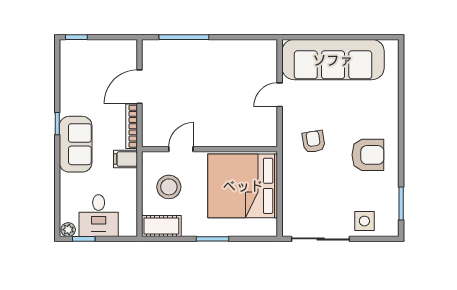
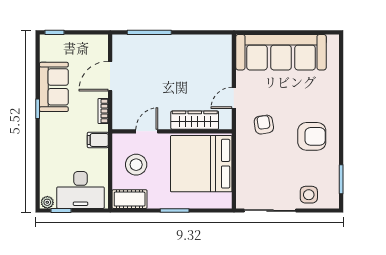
door: (280, 95) -> (234, 98), moved
bookcase: (132, 126) -> (103, 111), width x0.64
wardrobe: (235, 137) -> (195, 120), added
sofa: (76, 144) -> (54, 87), moved
desk: (99, 216) -> (81, 190), width x1.37

